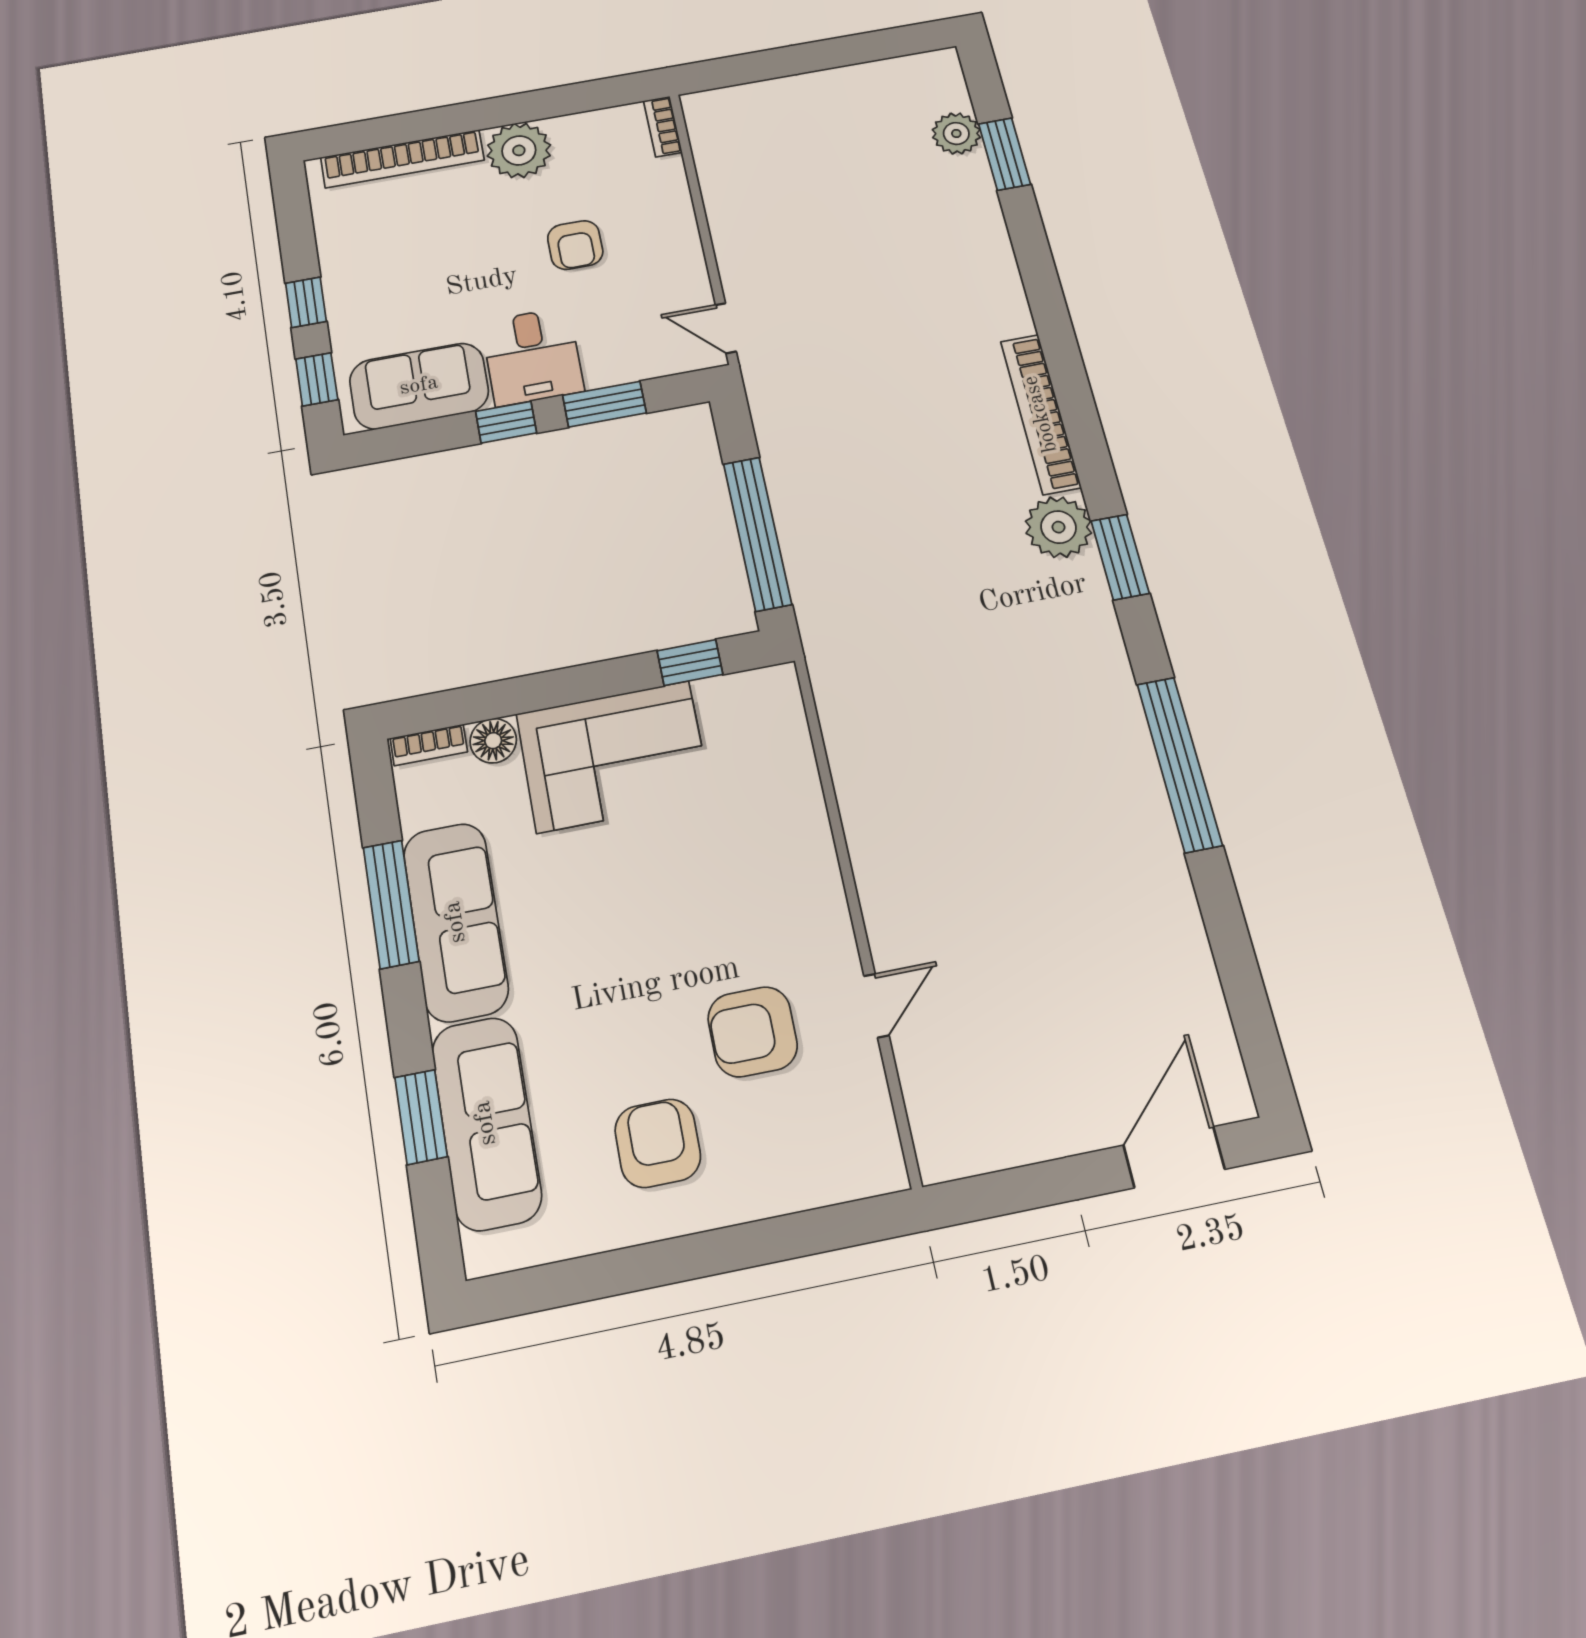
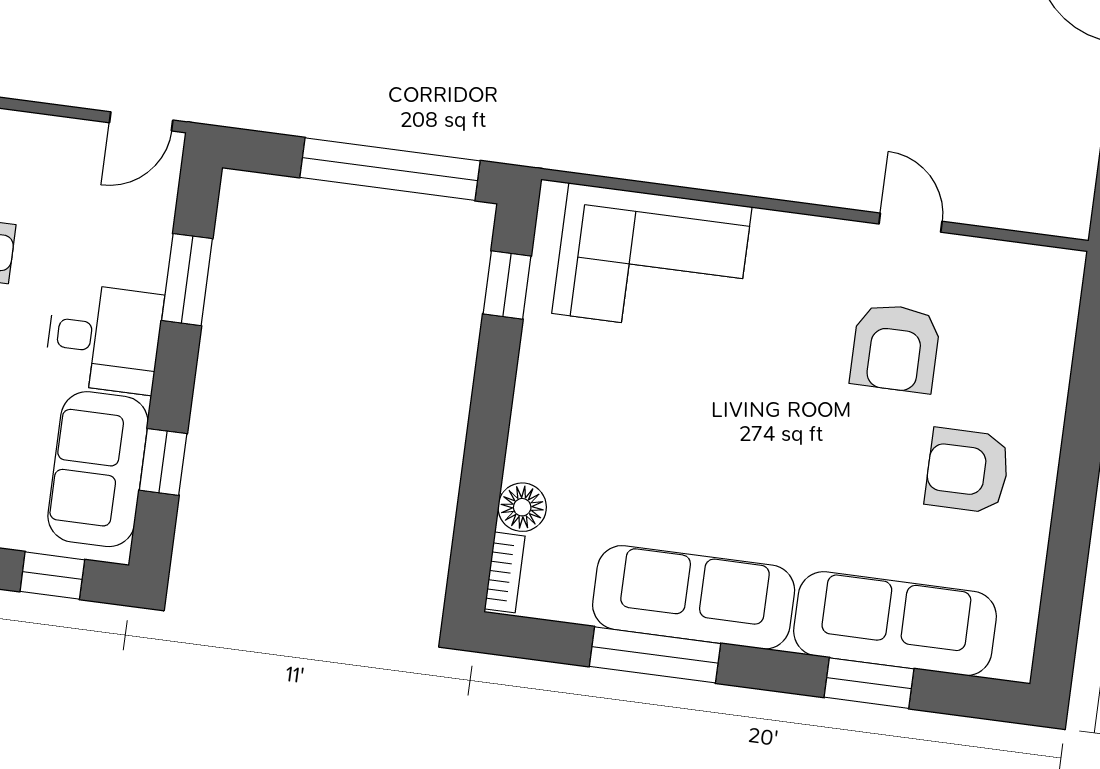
window: (506, 422) -> (163, 462), moved
corner sofa: (613, 756) -> (652, 260), moved, turned 90

